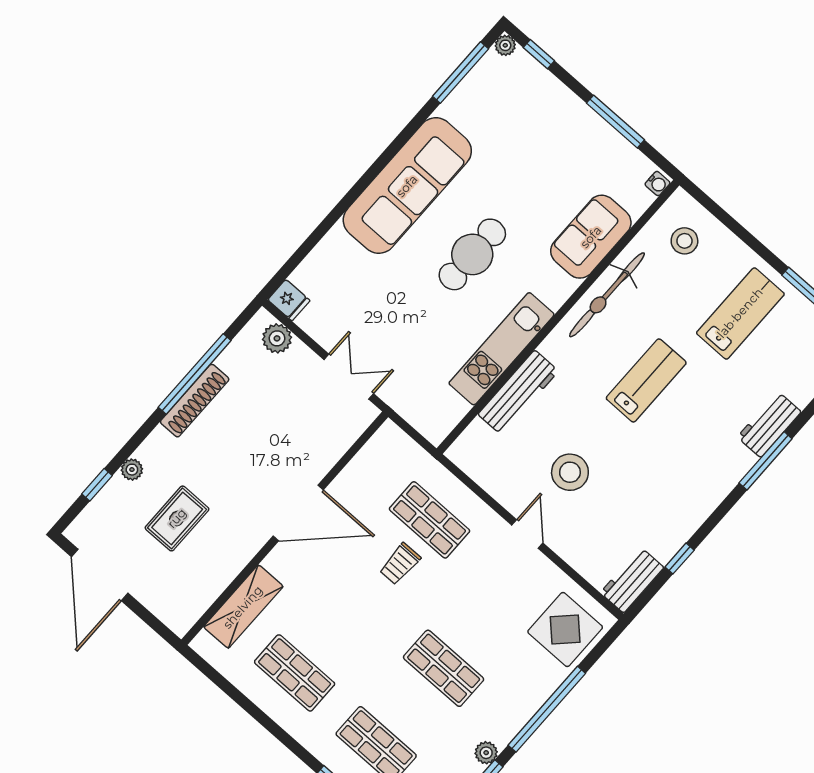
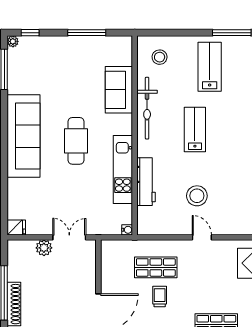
water cooler: (657, 184) -> (127, 230), moved
plant: (277, 338) -> (44, 248), moved
trolley: (400, 564) -> (160, 297), turned 180

